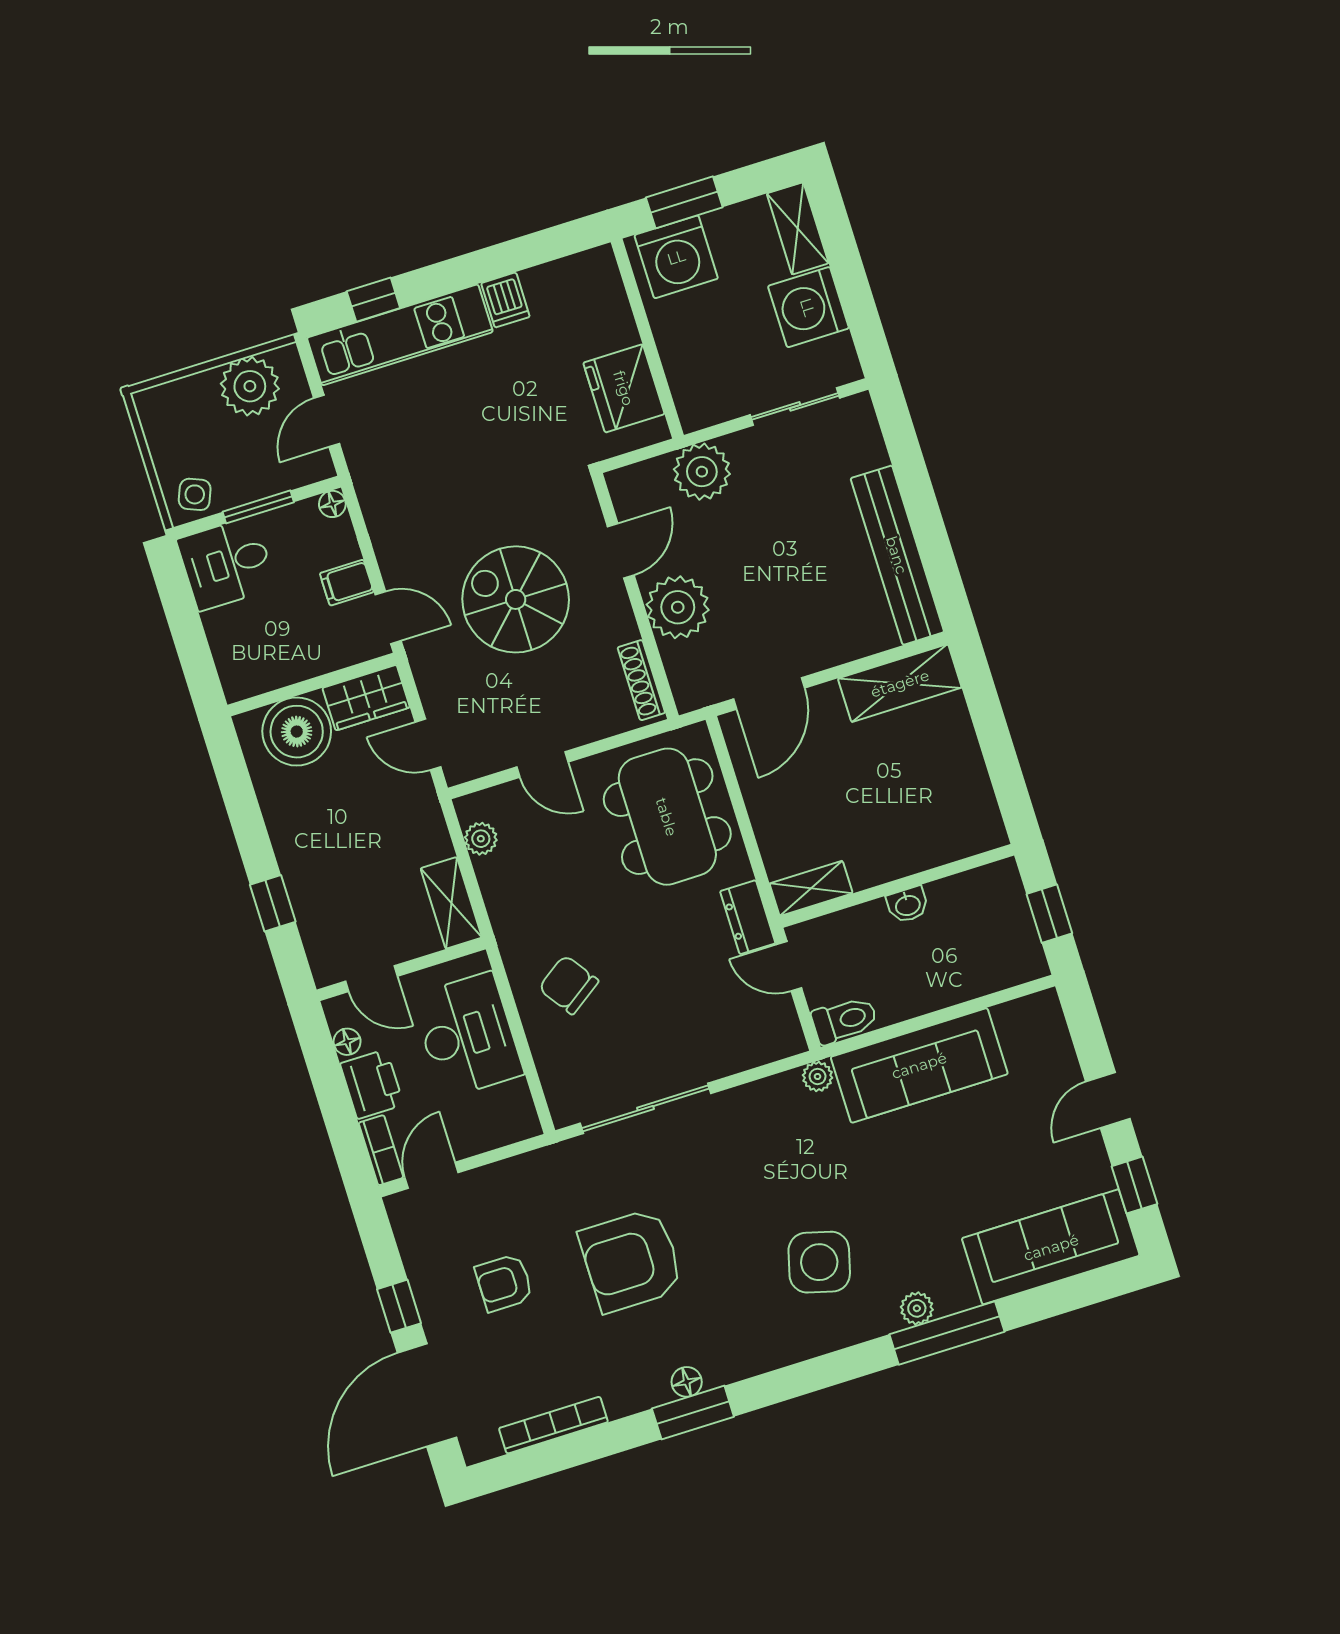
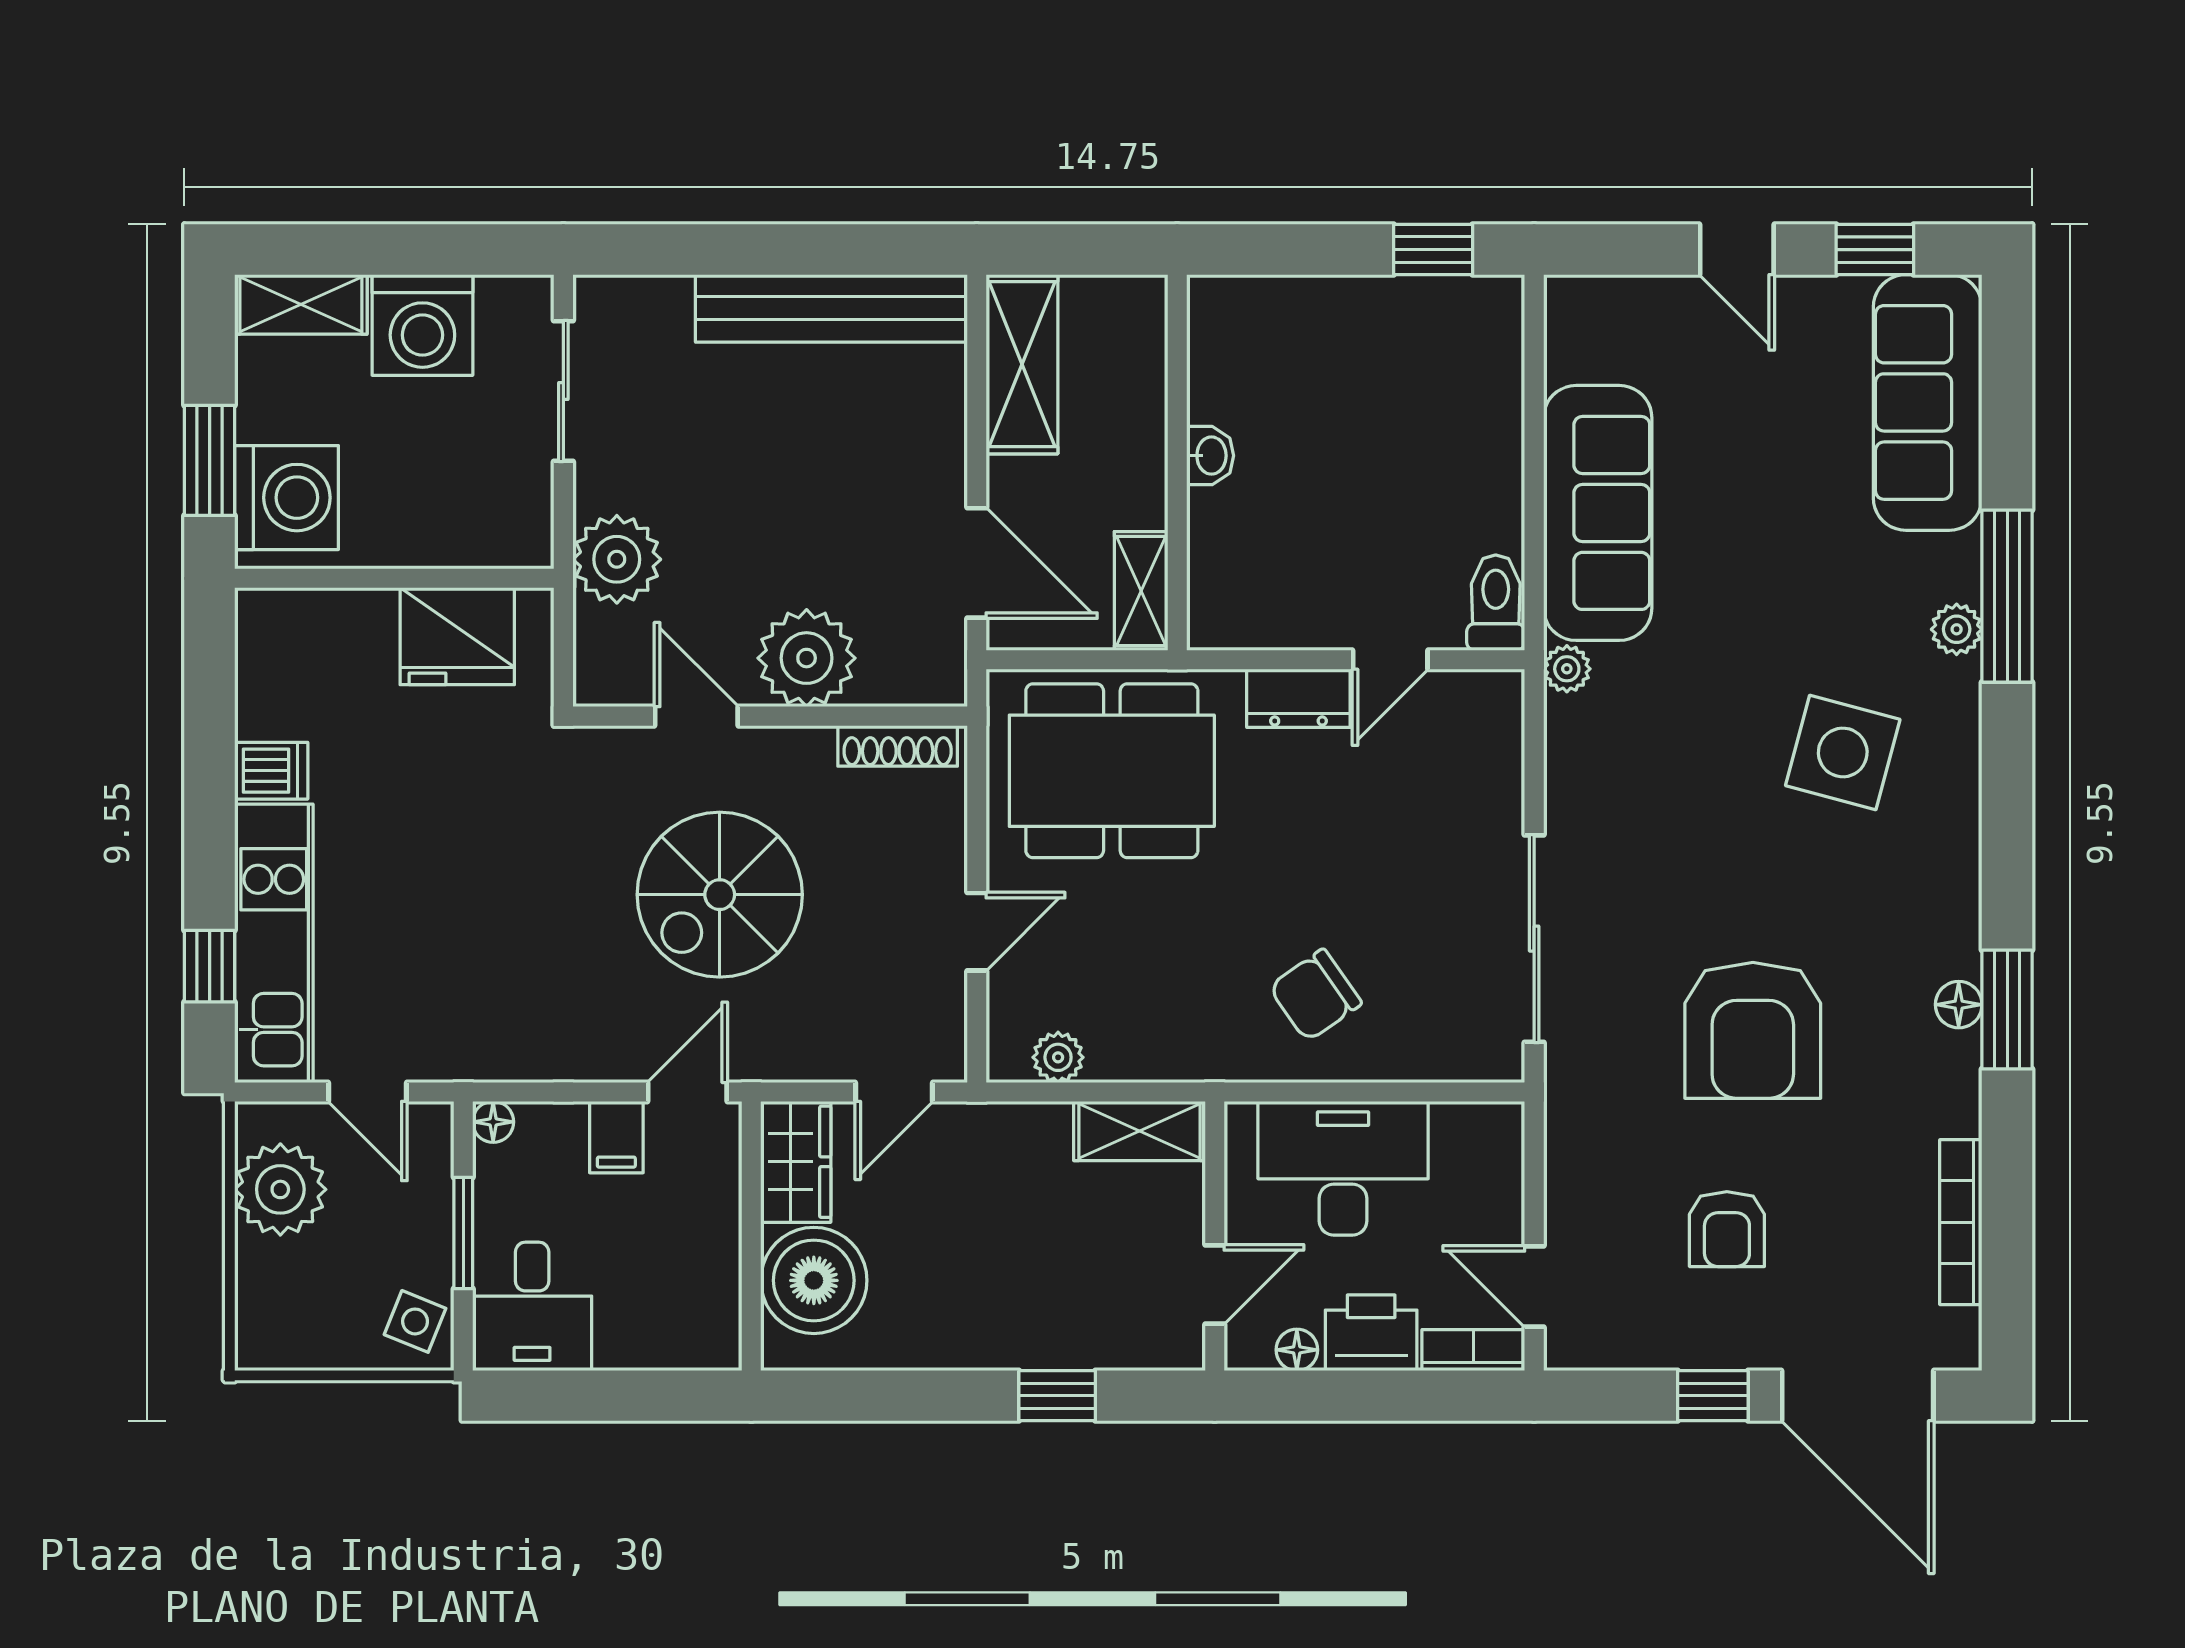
wall: (897, 886) -> (1177, 462), moved
shelving: (811, 888) -> (1141, 591), moved
washbasin: (908, 905) -> (1210, 456), moved

